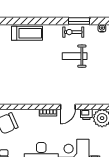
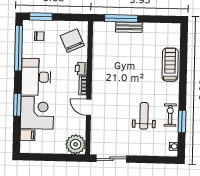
treadmill: (27, 33) -> (170, 65), turned 180
printer: (86, 114) -> (81, 69), moved

